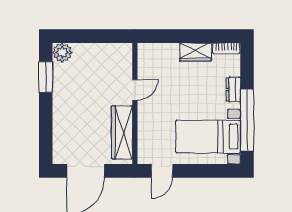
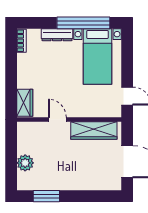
wardrobe: (196, 52) -> (25, 103), moved
plant: (62, 53) -> (25, 163), moved
dresser: (233, 89) -> (57, 35), width x1.44

